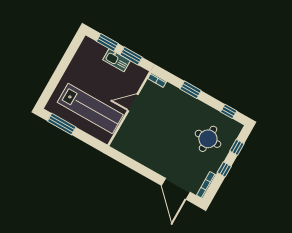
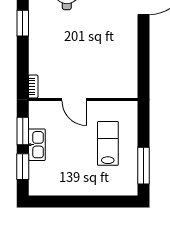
window: (191, 90) -> (23, 23), moved
lab bench: (90, 109) -> (108, 143), width x0.54, depth x0.72

